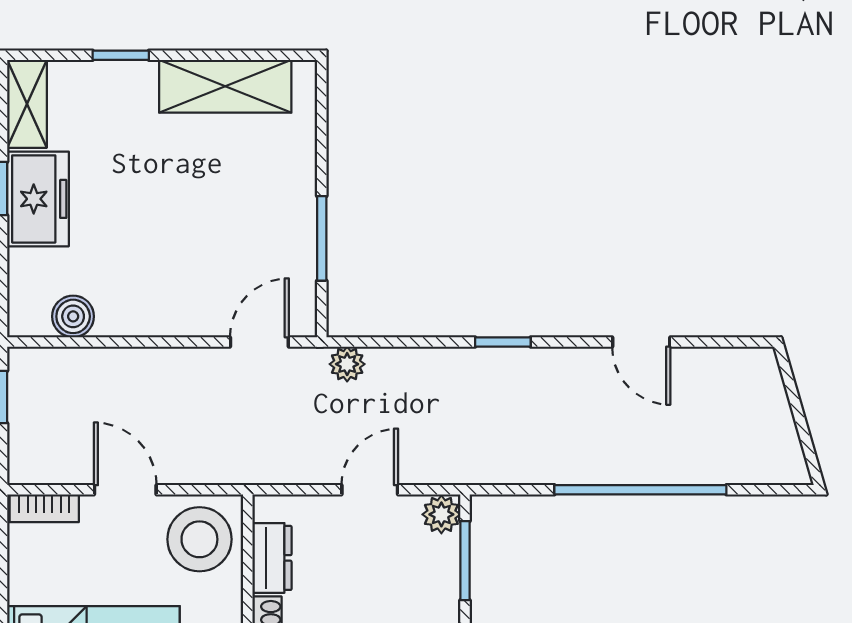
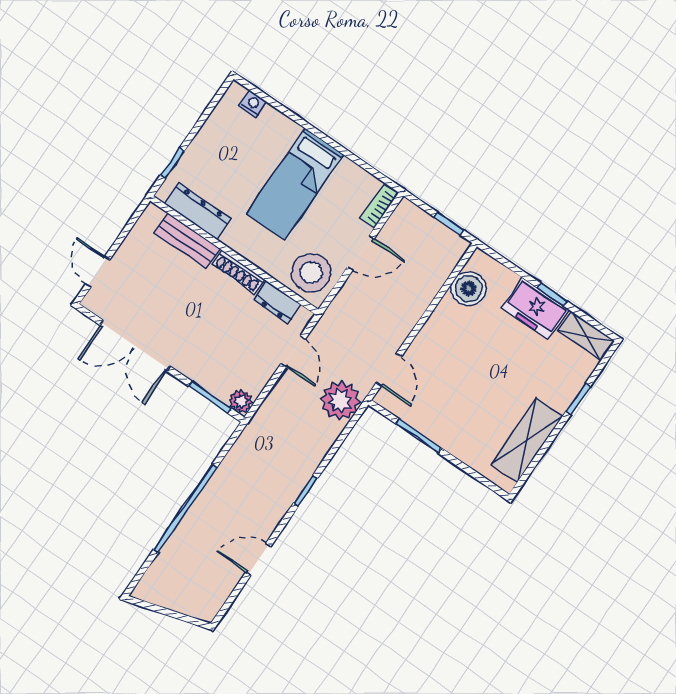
boiler: (73, 316) -> (469, 289), width x1.36, depth x1.36
plant: (347, 364) -> (340, 401), width x1.88, depth x1.88
door: (370, 490) -> (293, 351), moved

